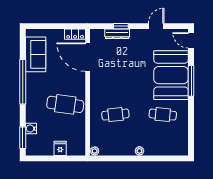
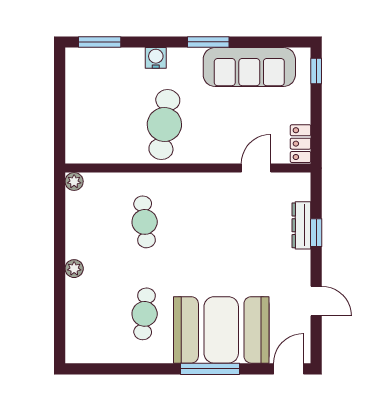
window: (38, 26) -> (316, 71), added
sofa: (36, 54) -> (249, 67), width x1.36
door: (88, 57) -> (256, 168), width x0.53
window: (23, 82) -> (208, 42), width x0.47
water cooler: (31, 129) -> (156, 58), moved
fridge: (60, 148) -> (79, 115), removed

